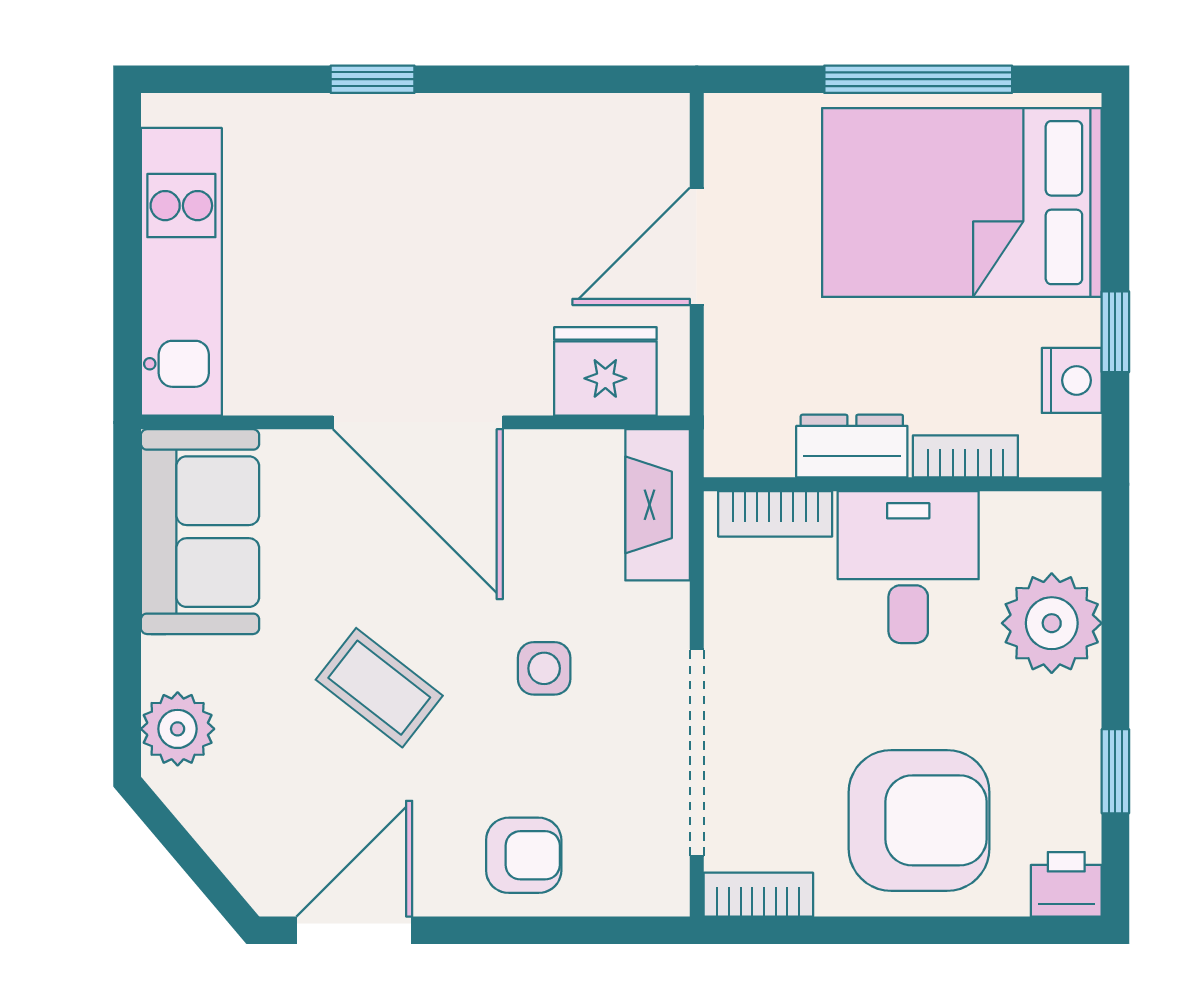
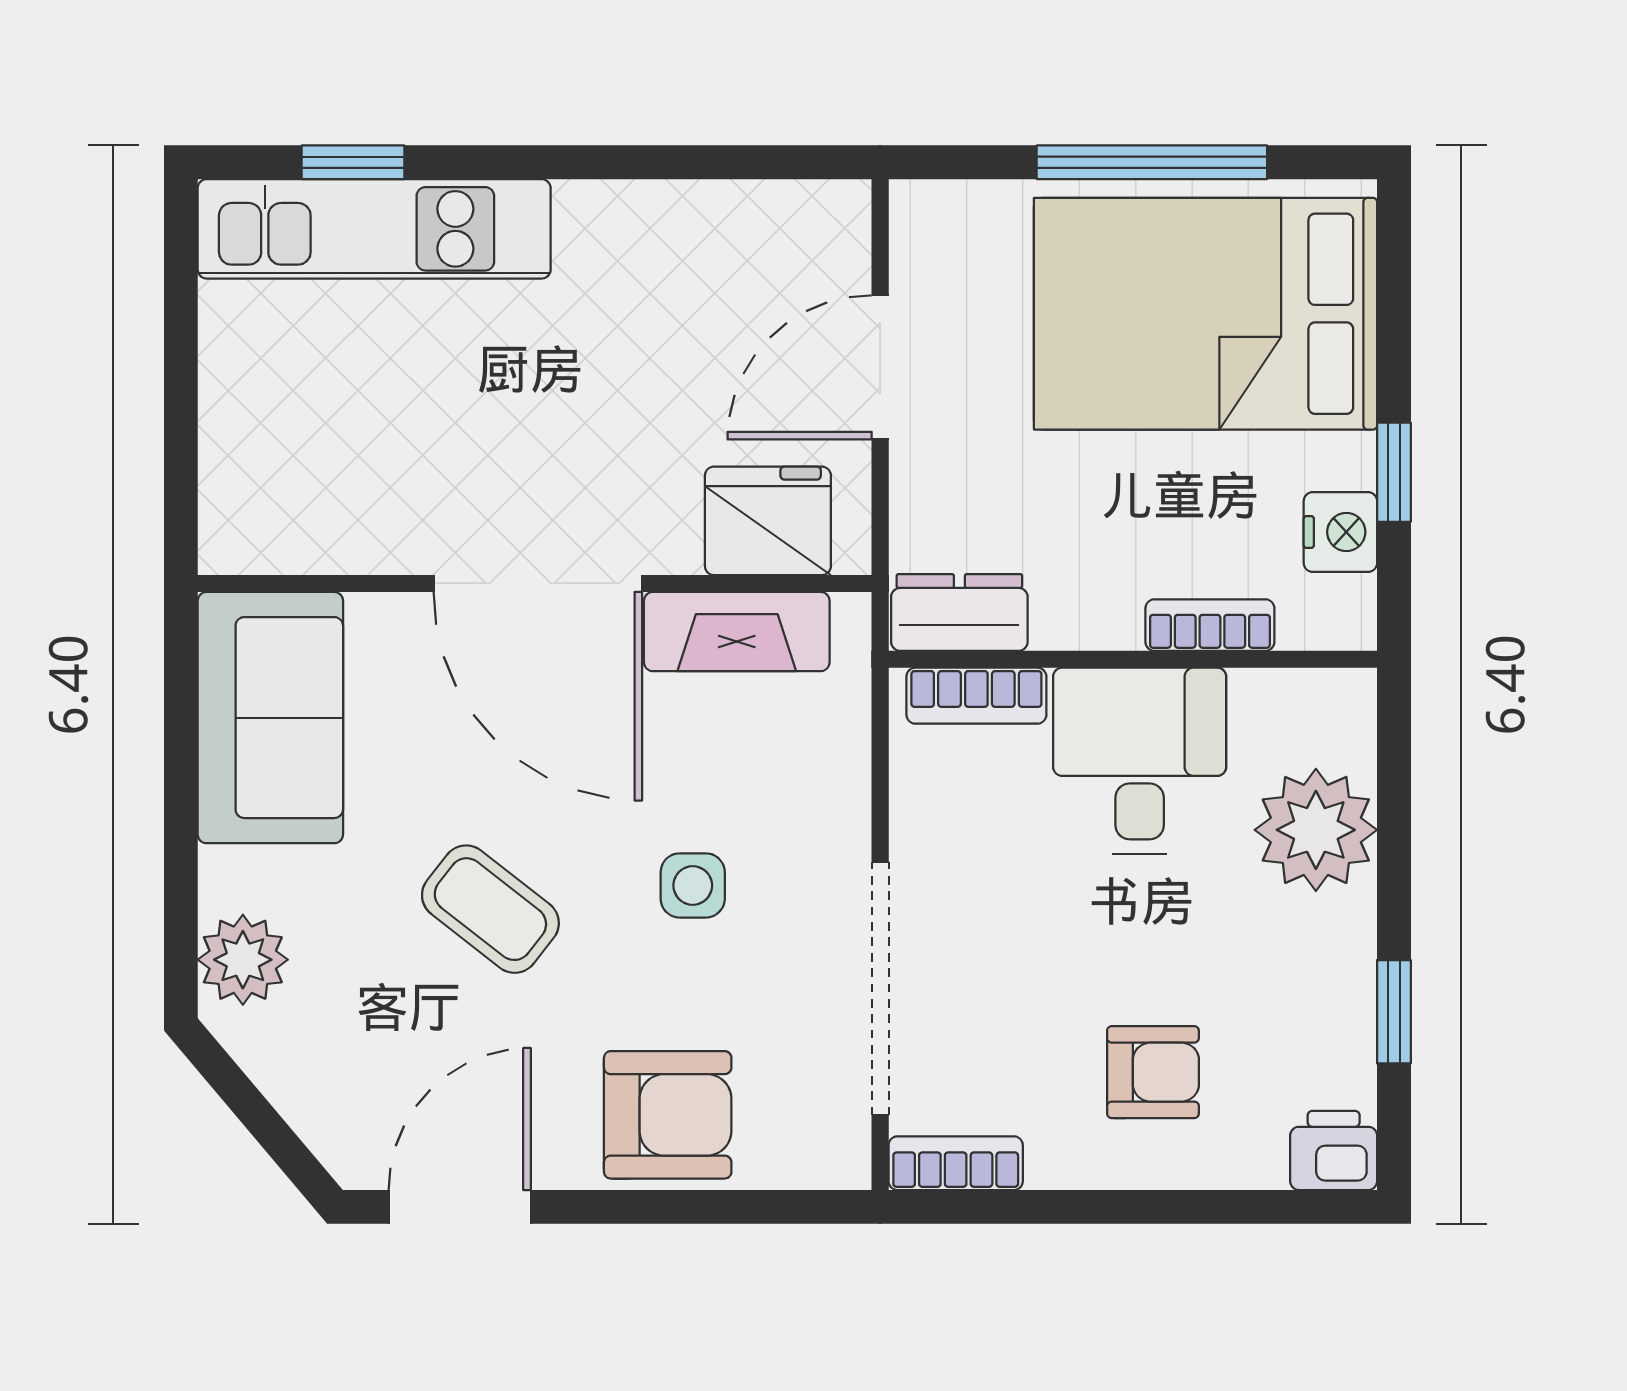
window: (373, 79) -> (353, 162), moved
kitchen unit: (181, 272) -> (374, 229), moved, turned 90
dresser: (852, 446) -> (959, 612), moved
fireplace: (658, 505) -> (737, 632), moved, turned -90
armchair: (919, 820) -> (1153, 1072), width x0.53, depth x0.53
armchair: (524, 855) -> (668, 1115), width x1.38, depth x1.38

